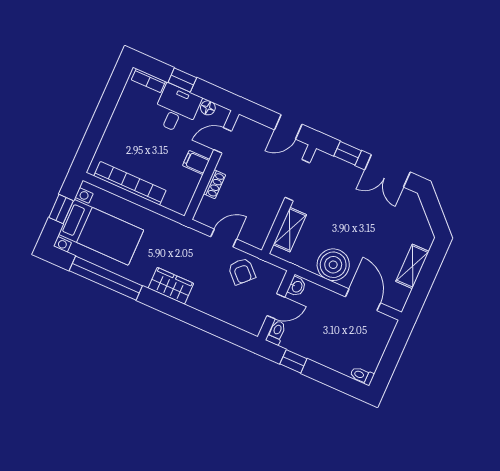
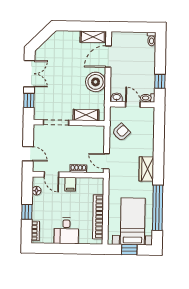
desk: (176, 109) -> (66, 231), moved, turned -90
door: (288, 127) -> (28, 154), moved
door: (224, 238) -> (106, 161), moved
shelving: (412, 266) -> (93, 37), moved

